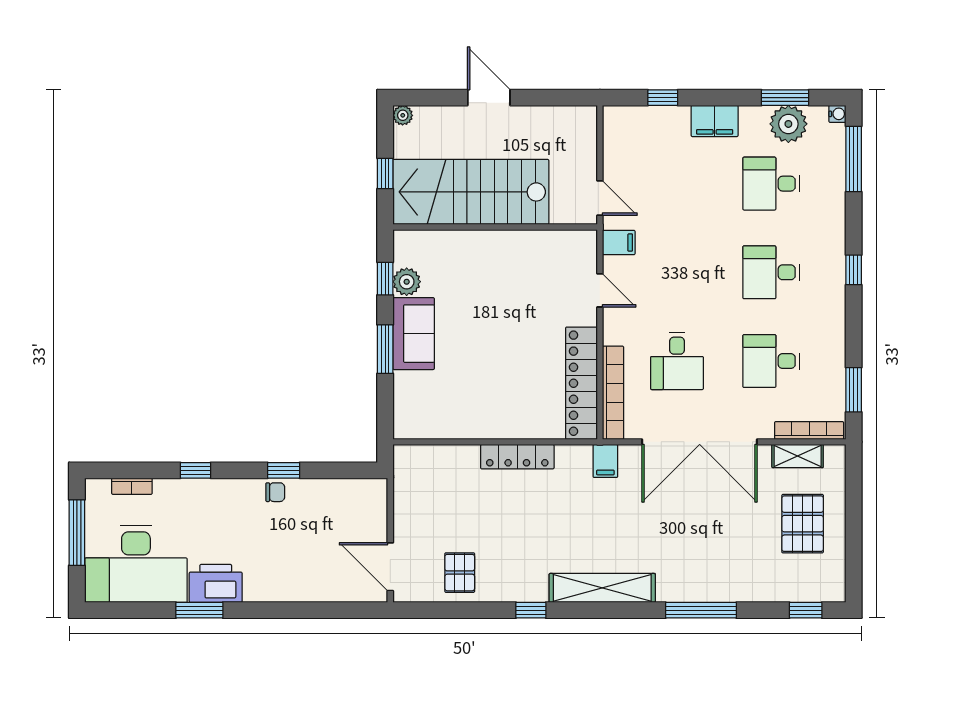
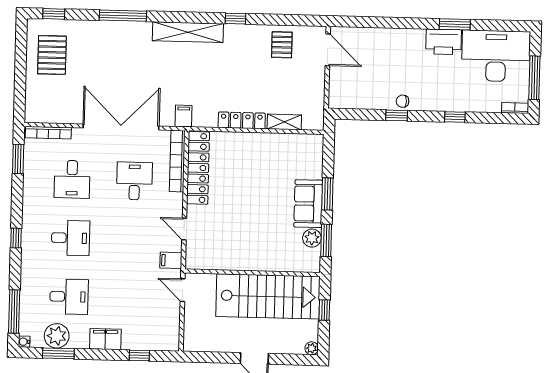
window: (385, 279) -> (326, 240), width x1.50
desk: (771, 361) -> (72, 179), turned 90
shelving: (798, 456) -> (284, 122), moved
bookcase: (132, 486) -> (515, 108), moved
pallet: (803, 524) -> (52, 55), moved

